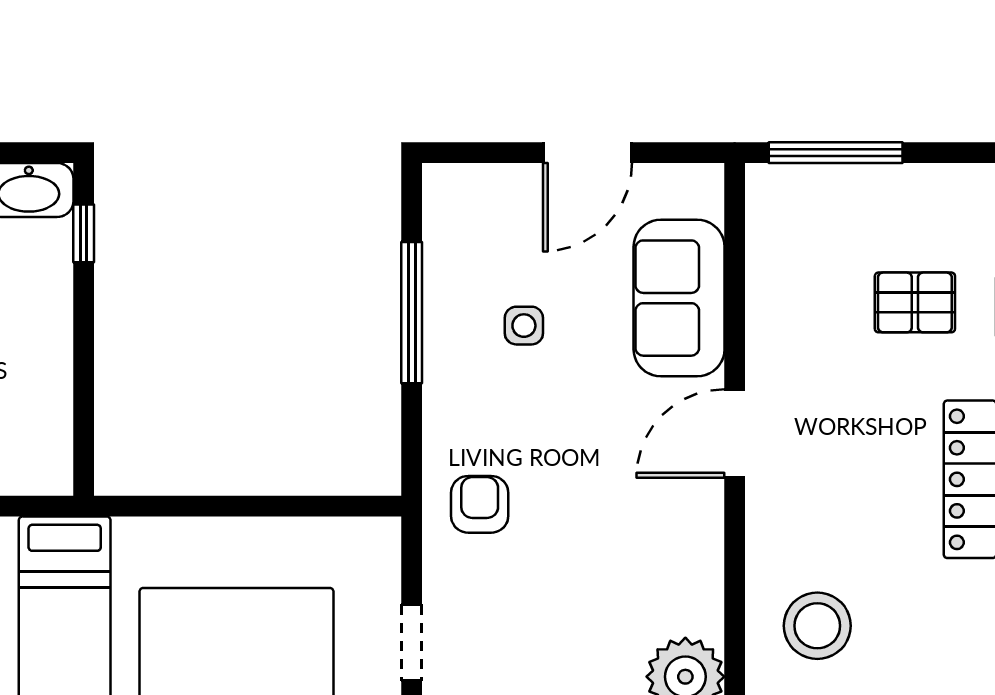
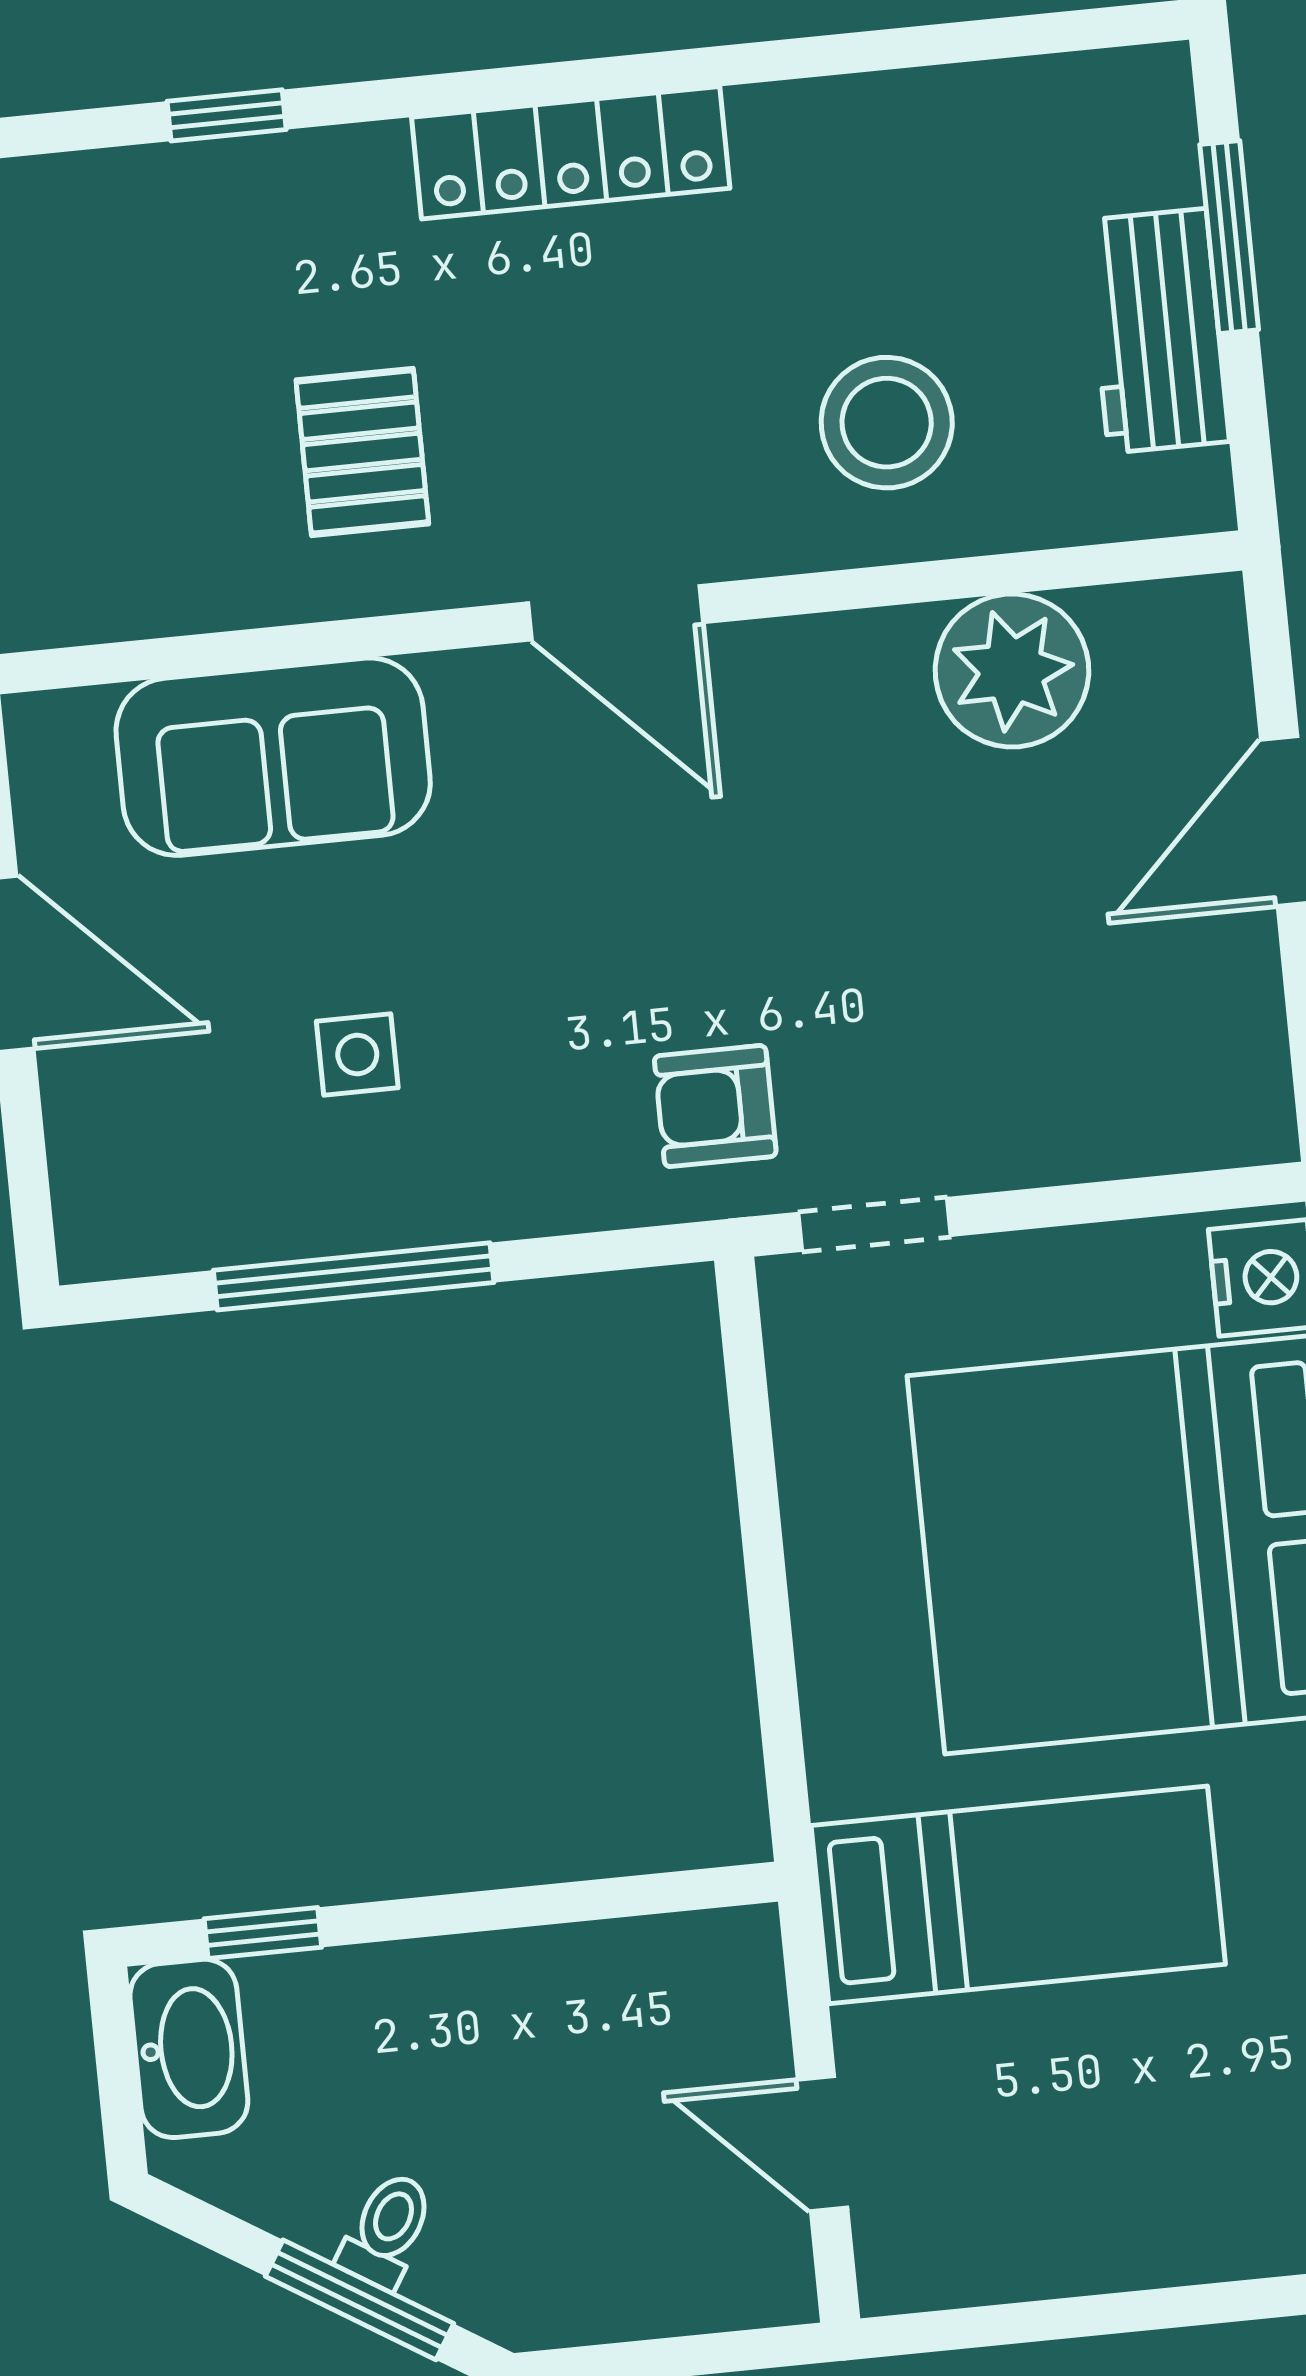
pallet: (915, 302) -> (362, 452), moved
door: (735, 433) -> (616, 613), moved
doorway: (412, 643) -> (875, 1224), moved

